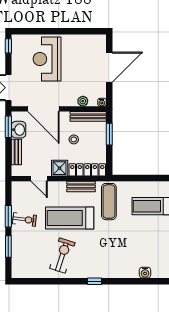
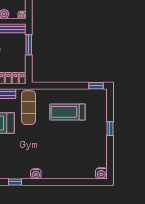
water cooler: (145, 273) -> (36, 174), moved

